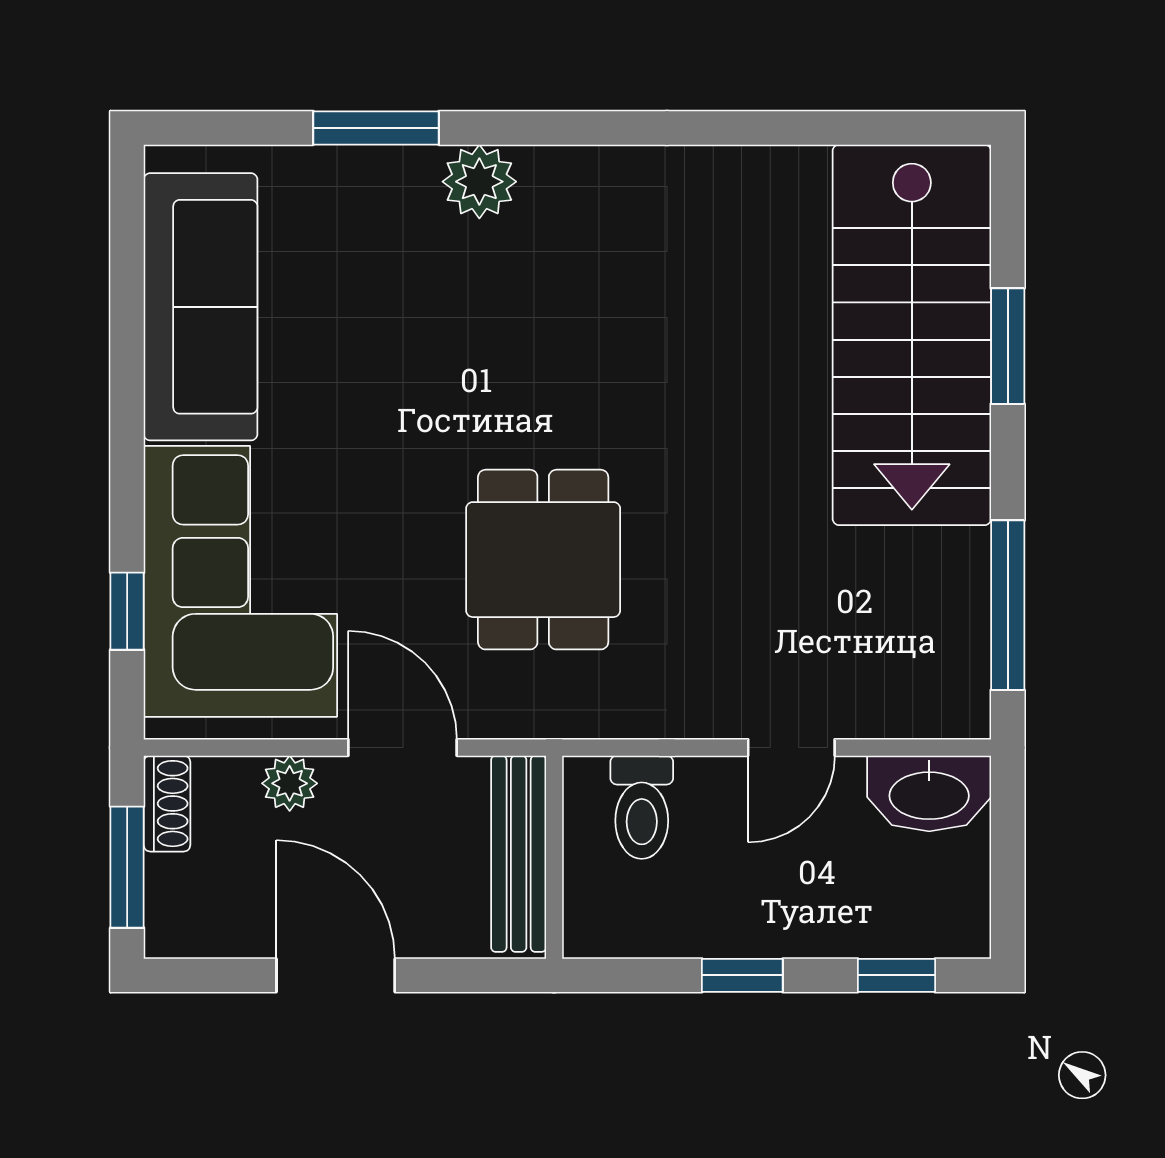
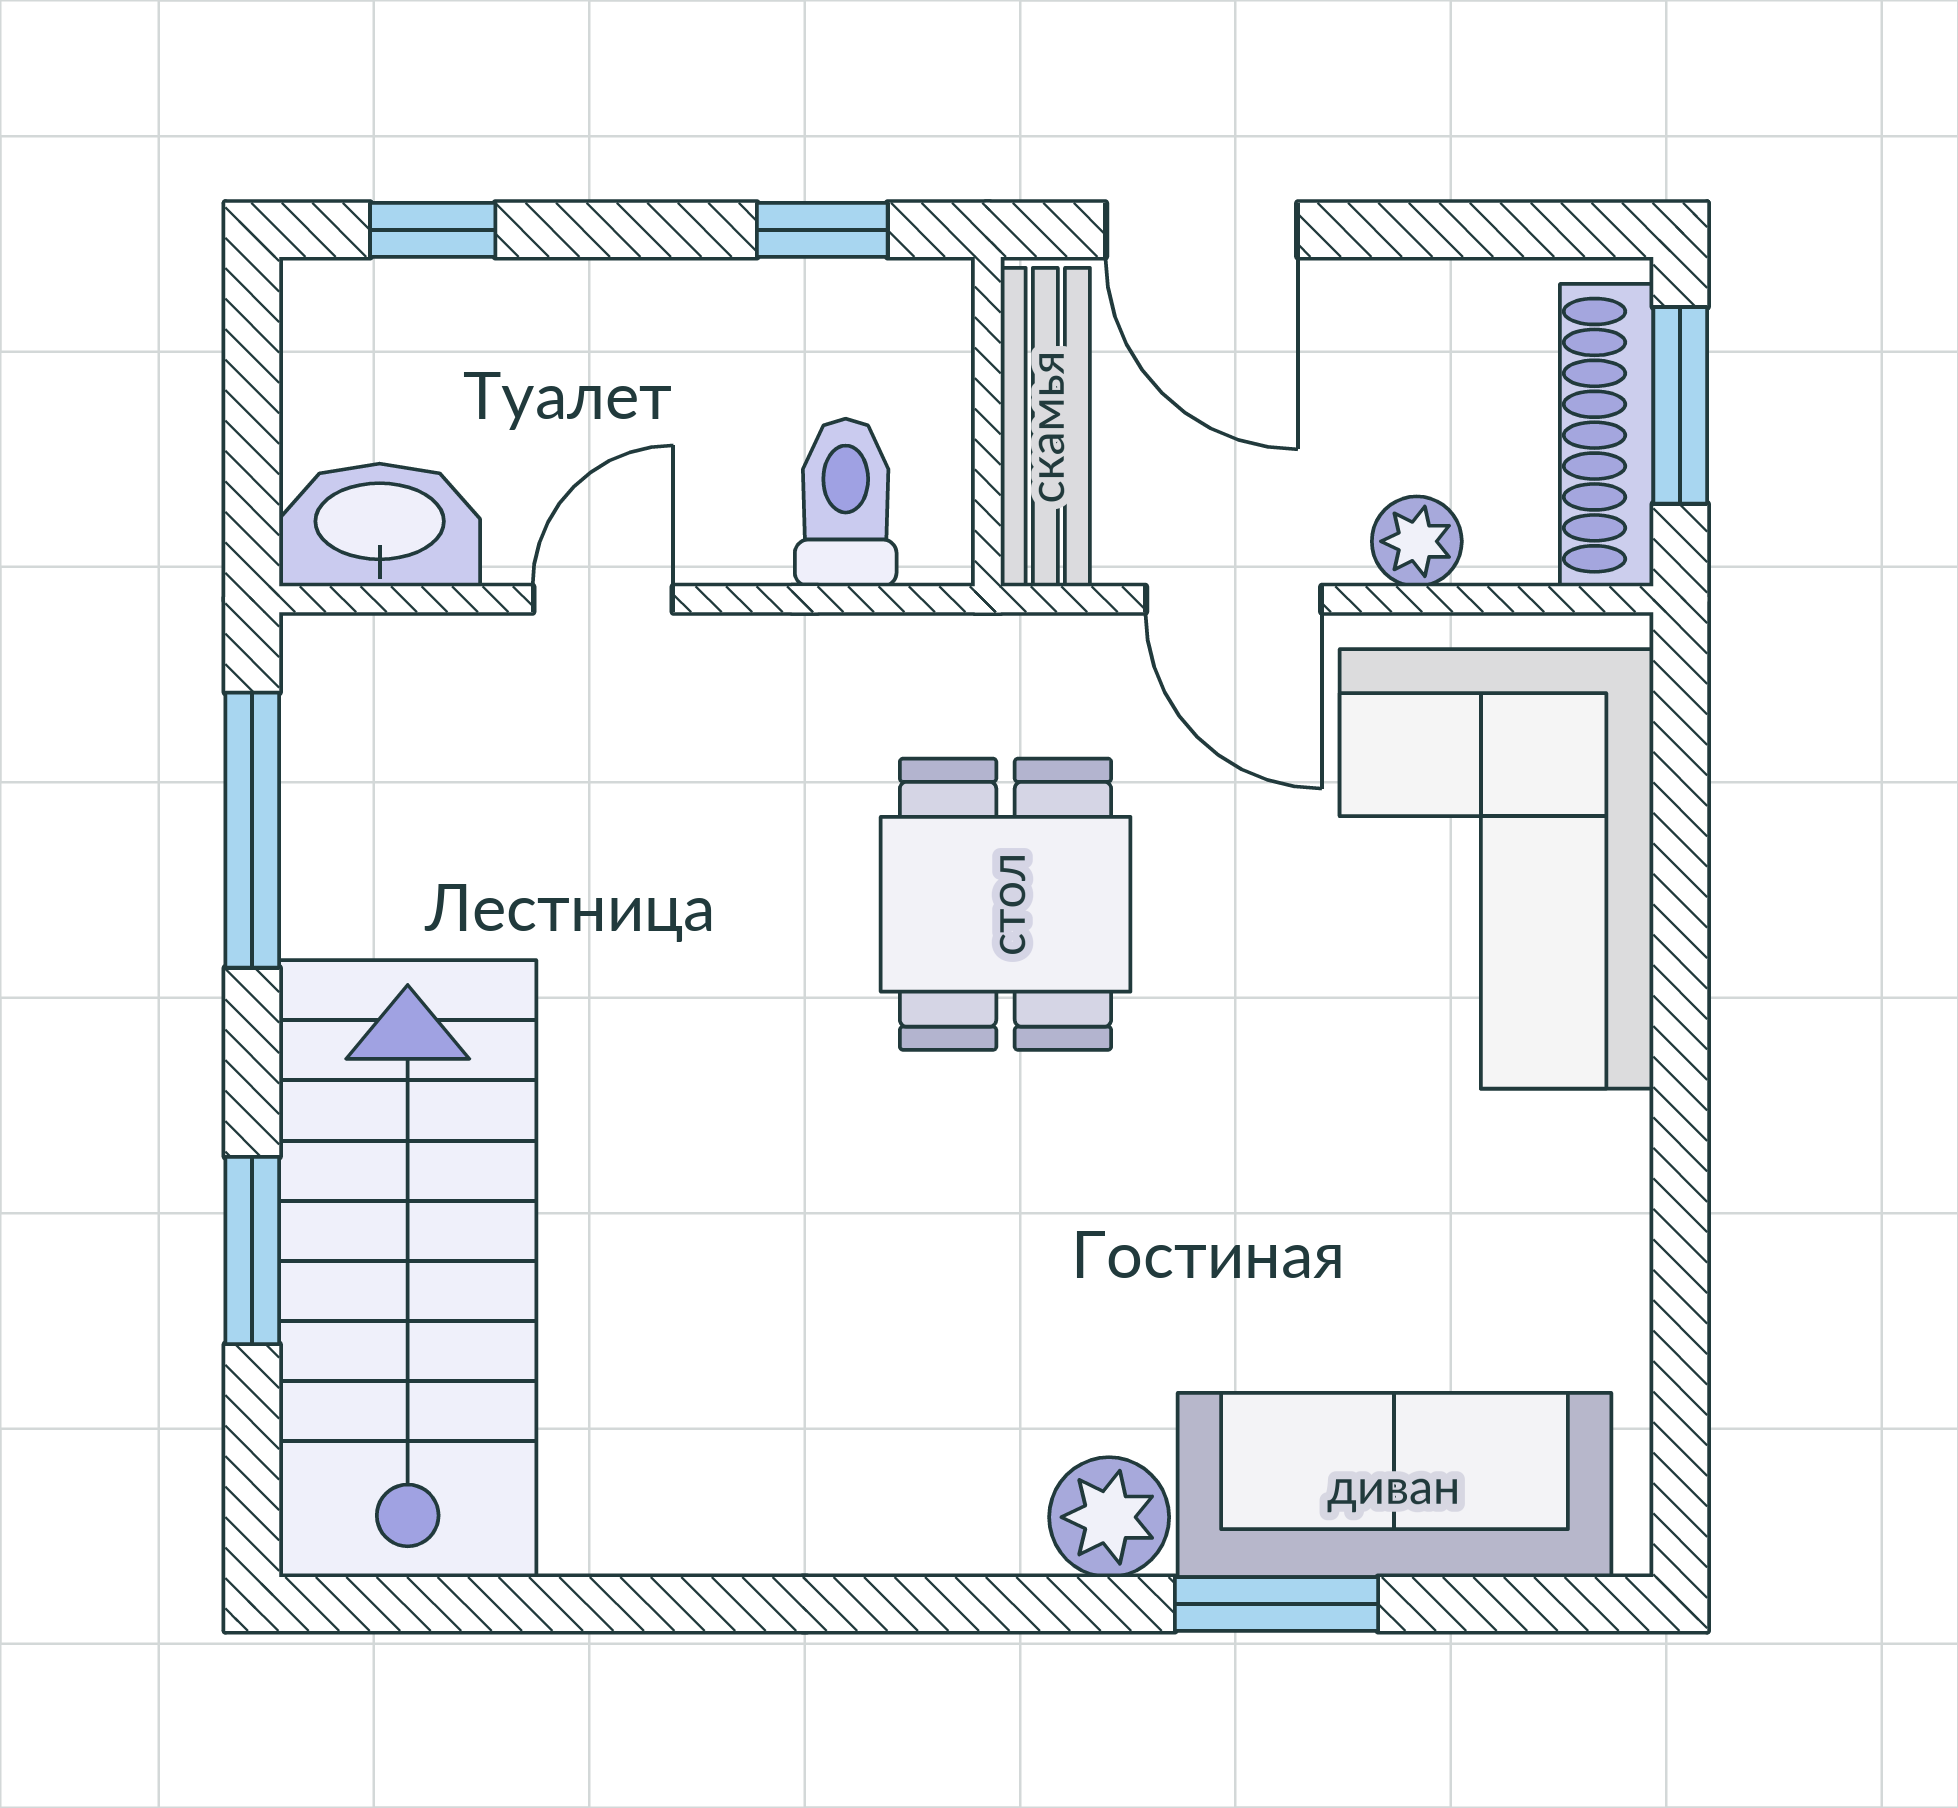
sofa: (201, 307) -> (1394, 1485), moved, turned 90
window: (127, 611) -> (1680, 821), removed
shoe rack: (167, 804) -> (1607, 435), width x1.94, depth x1.24
door: (336, 975) -> (1202, 230), moved
window: (742, 975) -> (822, 230), moved

